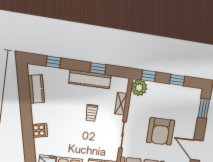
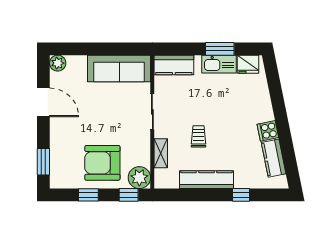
window: (53, 62) -> (241, 195), moved
window: (98, 68) -> (198, 195), removed
cooker: (40, 130) -> (268, 131), moved
armchair: (161, 131) -> (102, 163), moved, turned -90

